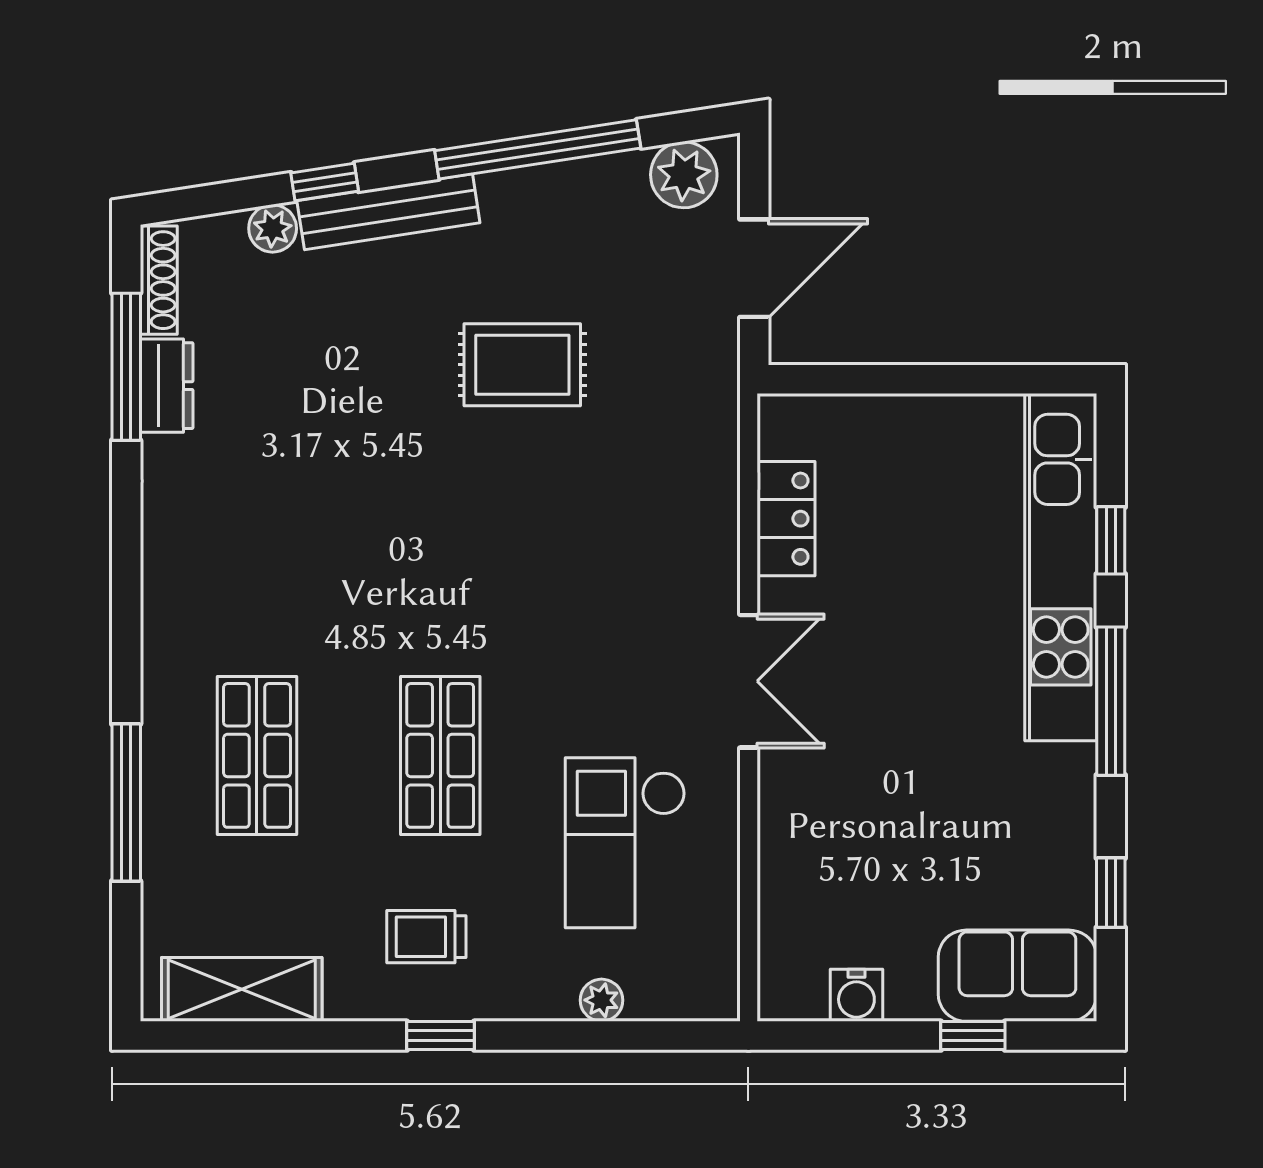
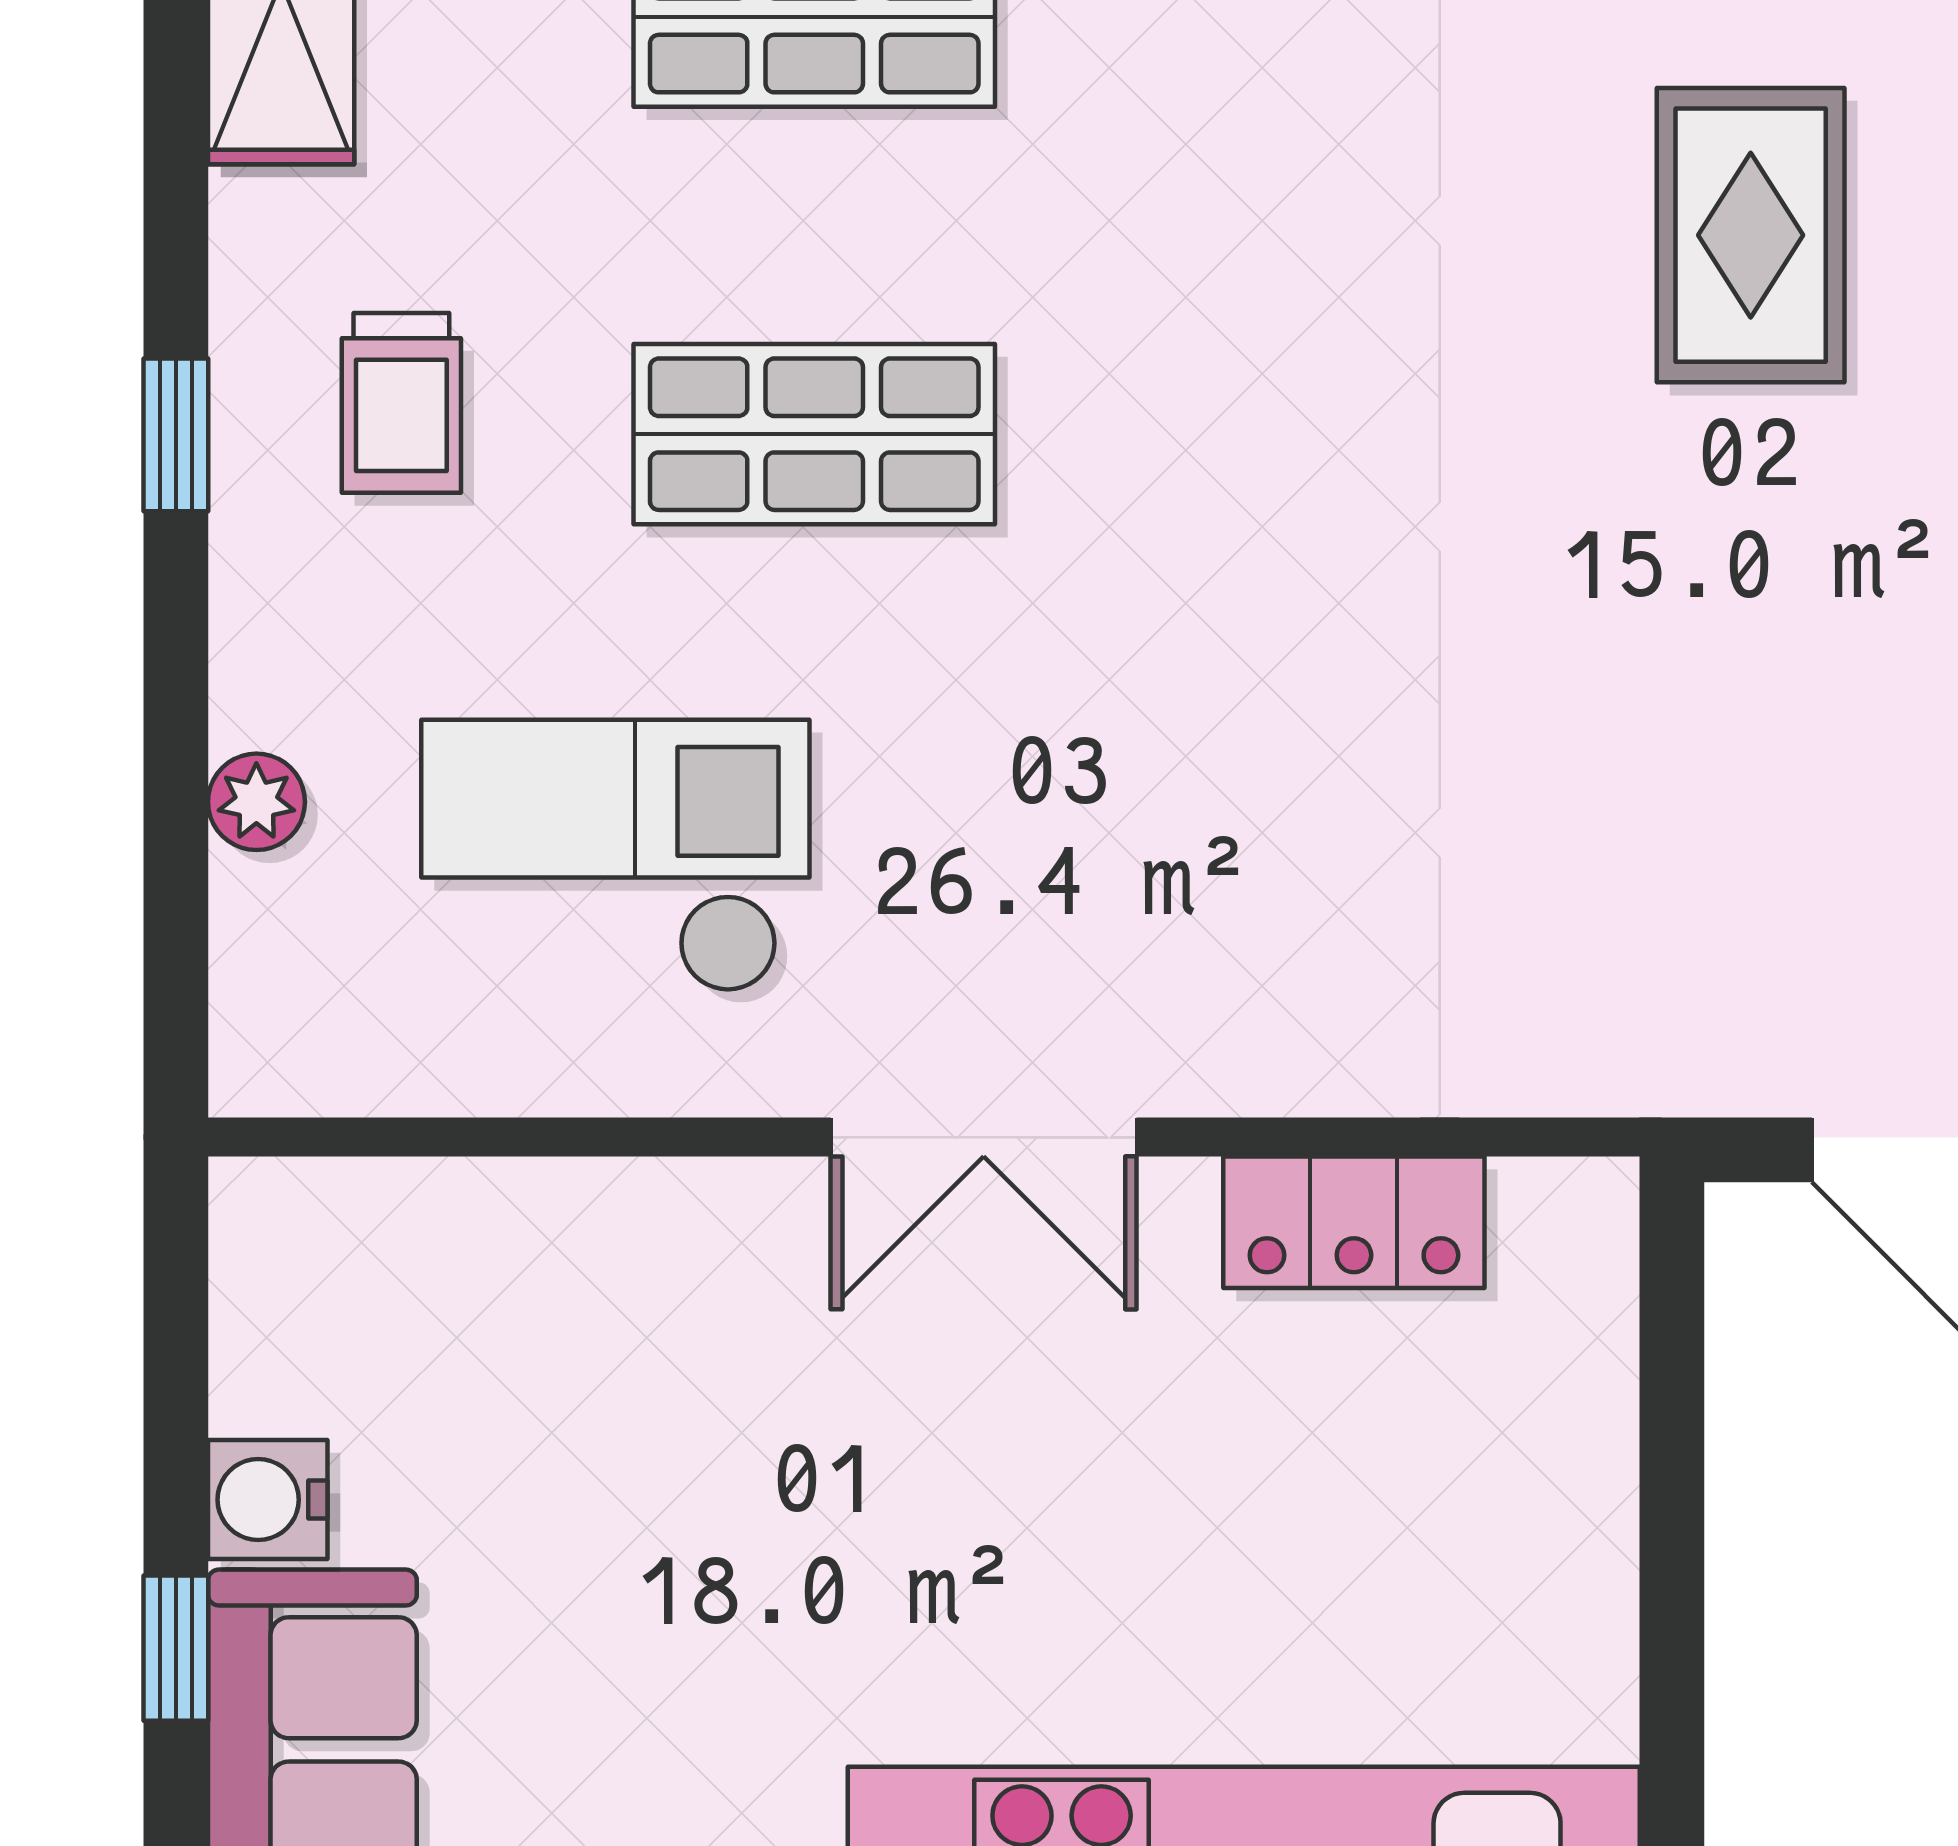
rug: (522, 365) -> (1751, 235), moved
trolley: (426, 937) -> (401, 403), turned 180
water cooler: (856, 995) -> (268, 1500), moved

